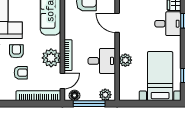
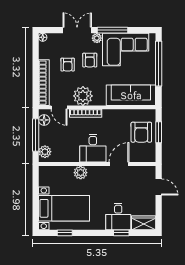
armchair: (16, 51) -> (90, 60), turned 90
desk: (102, 61) -> (93, 148), moved

